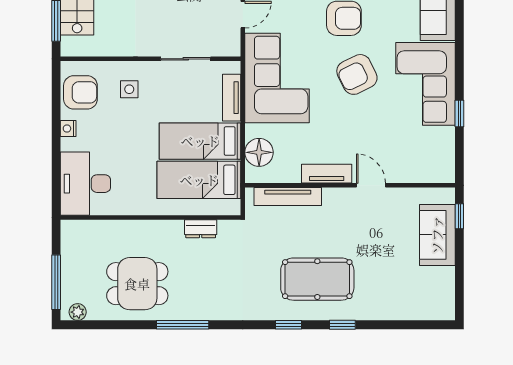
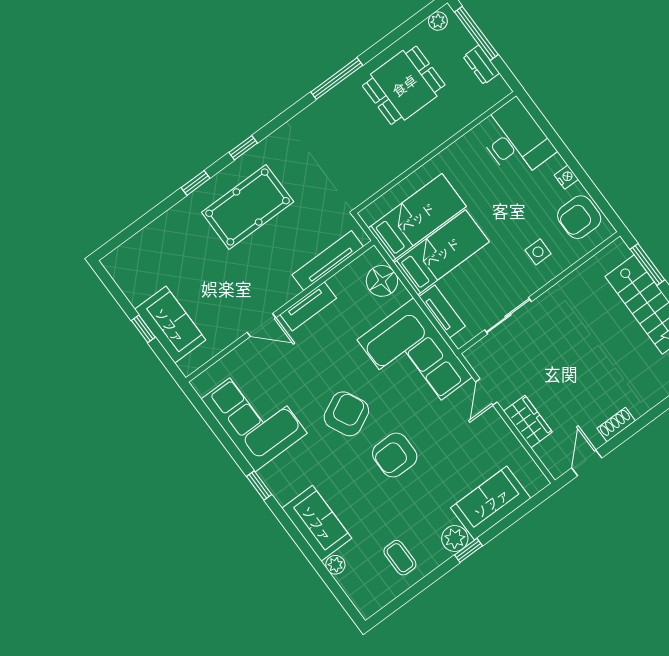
corner sofa: (426, 84) -> (254, 416), moved
window: (459, 113) -> (259, 486), moved
window: (459, 216) -> (143, 329), moved
dresser: (201, 229) -> (481, 65), moved, turned -90

